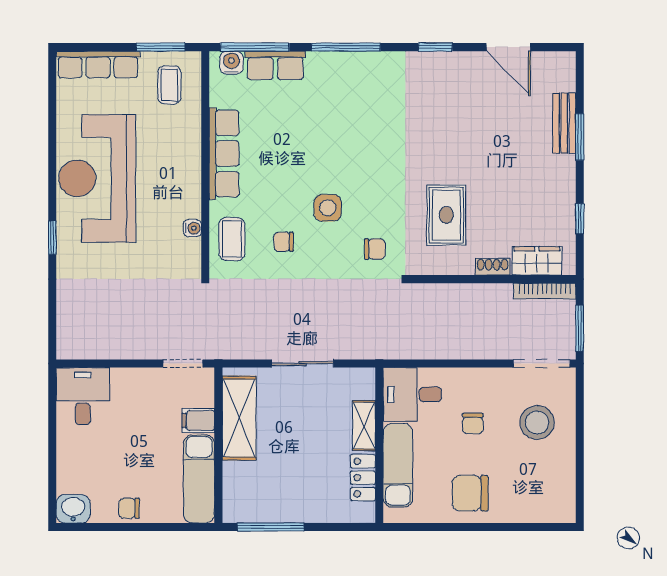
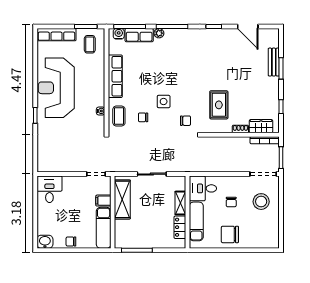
plant: (318, 61) -> (159, 33), added

